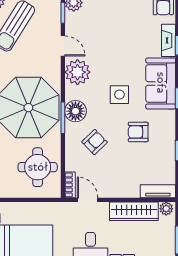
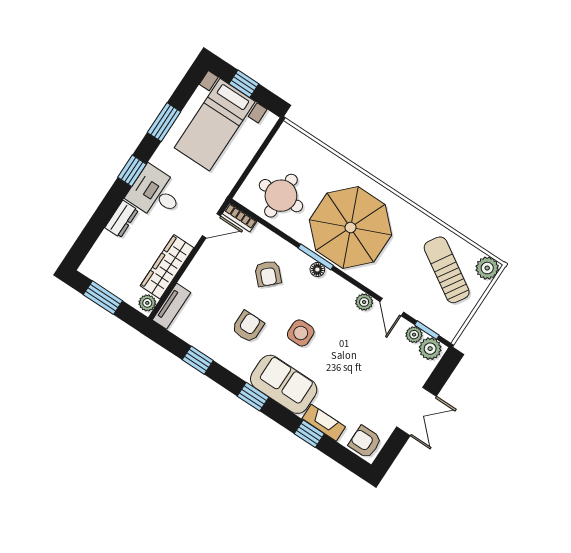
plant: (71, 19) -> (414, 335), added
door: (63, 46) -> (392, 307), hinge flipped
plant: (77, 72) -> (364, 302), width x0.53, depth x0.53
floor lamp: (75, 111) -> (317, 270), width x0.53, depth x0.53

